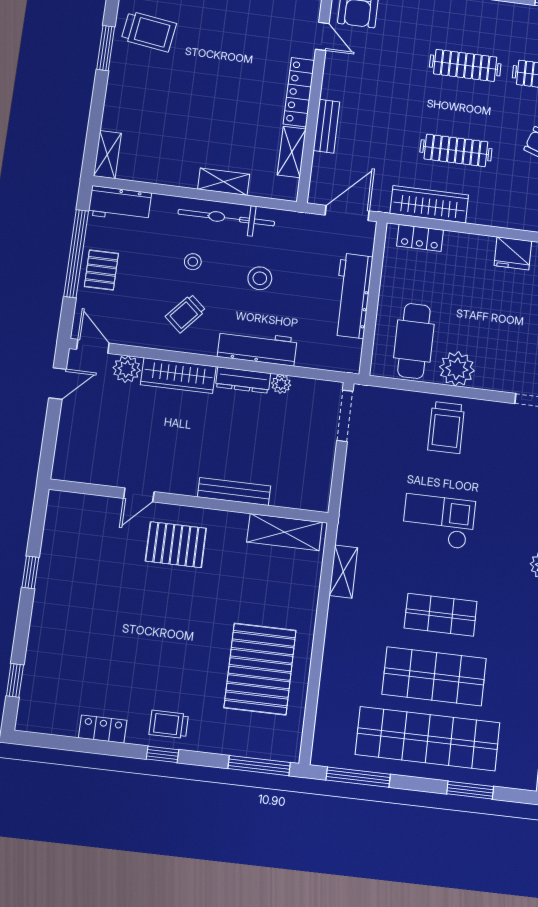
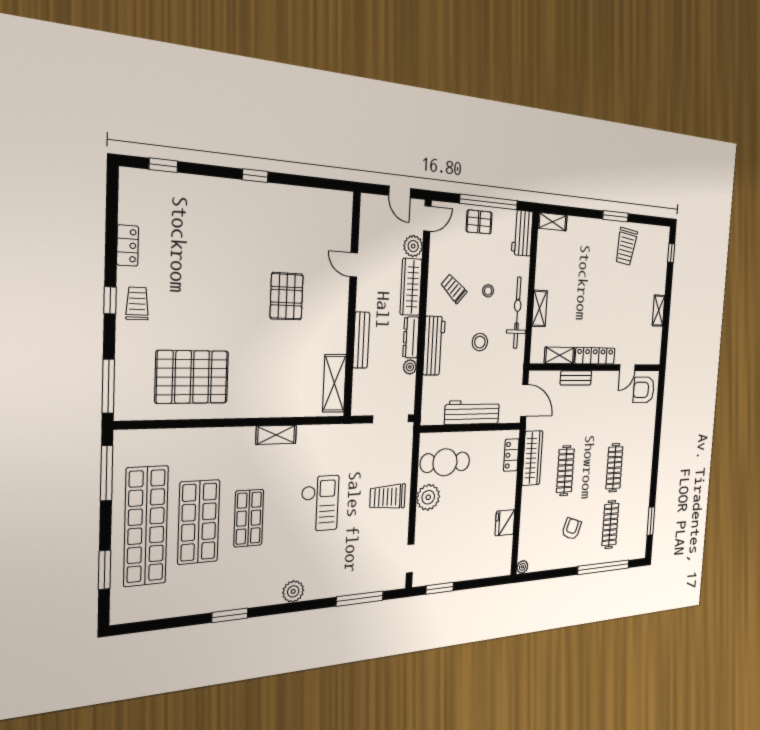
bench: (234, 491) -> (361, 340), moved
door: (139, 495) -> (354, 265), moved
wall: (189, 501) -> (352, 305), moved
shelving: (284, 532) -> (334, 383), moved

